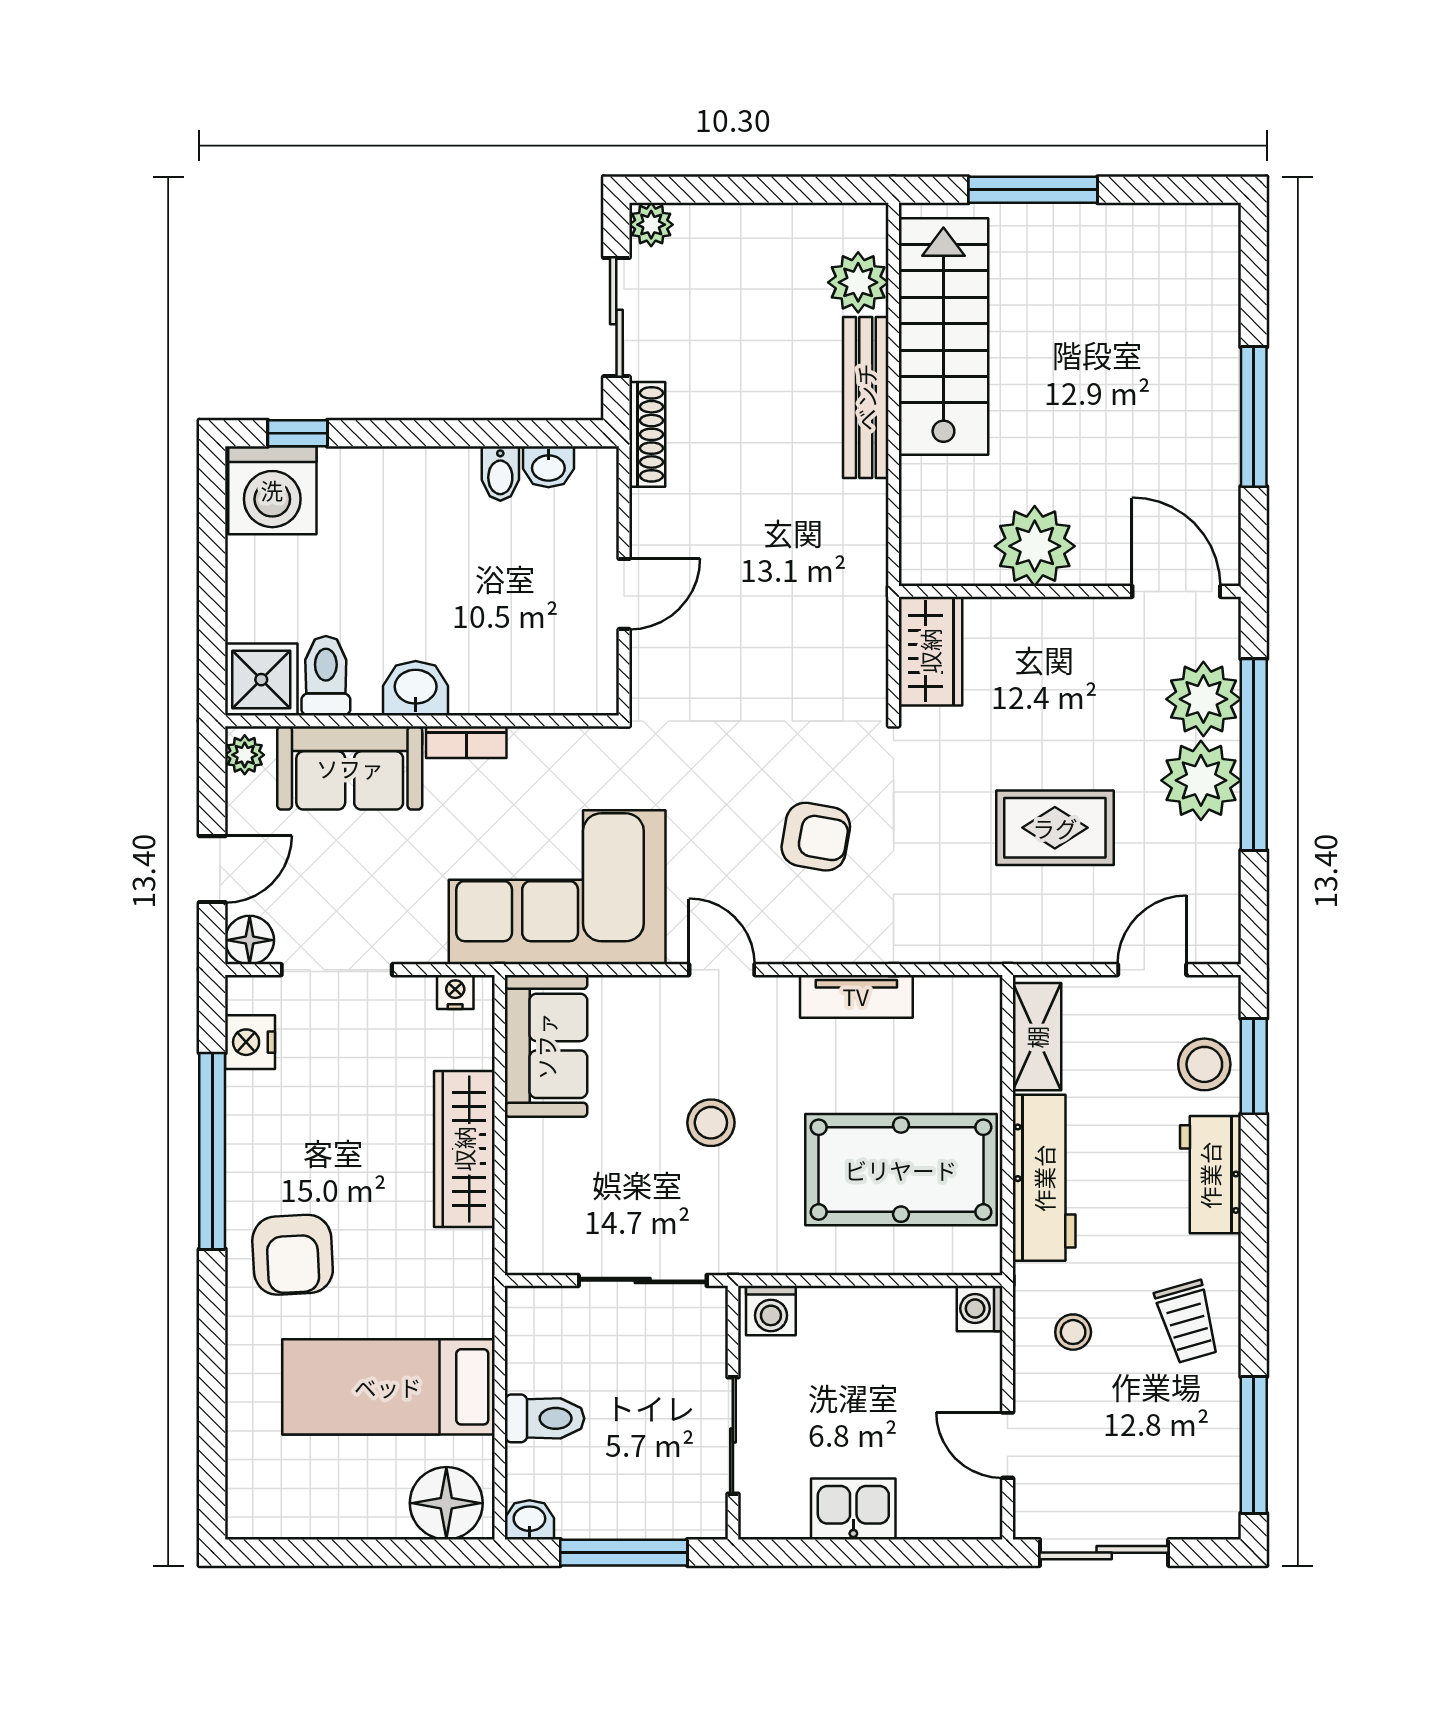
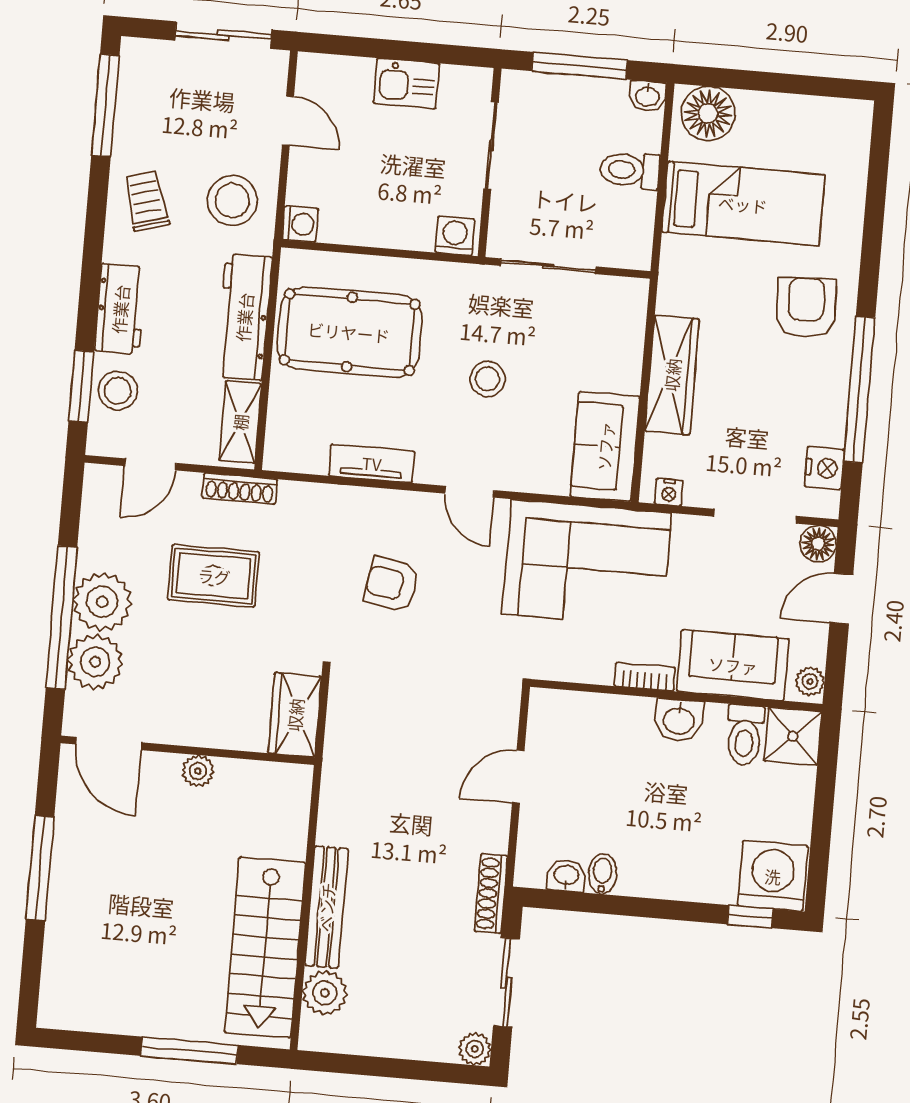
plant: (1035, 546) -> (198, 771), width x0.53, depth x0.53
shoe rack: (1030, 948) -> (240, 489), added
stool: (1073, 1332) -> (232, 201), width x1.89, depth x1.89

